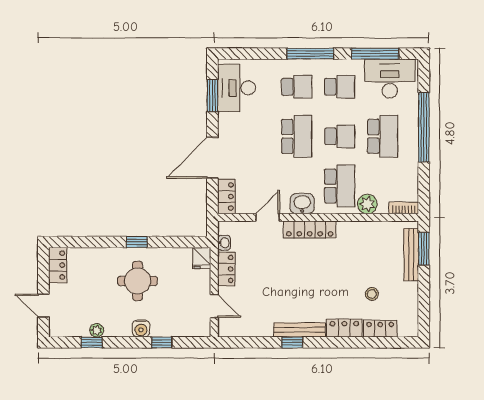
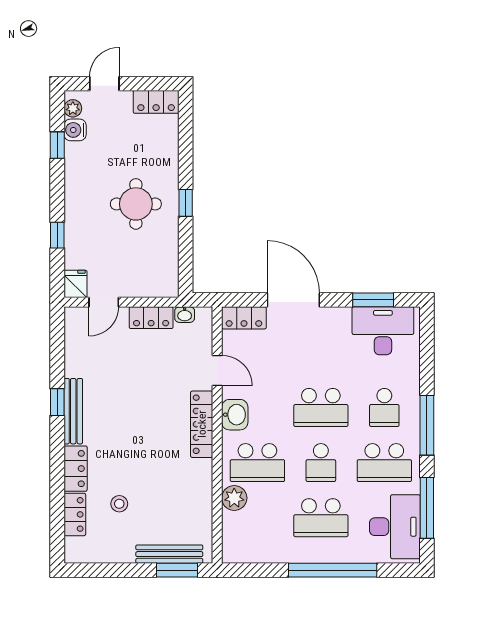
school desk: (340, 87) -> (384, 463), width x1.85
bookcase: (404, 208) -> (229, 545), removed
fridge: (202, 258) -> (75, 284), moved, turned 90
water cooler: (141, 328) -> (75, 130), moved
plant: (97, 330) -> (73, 108), moved

